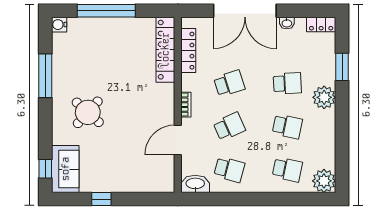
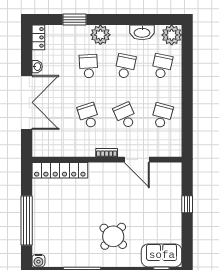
locker: (188, 51) -> (61, 151), removed
washbasin: (195, 184) -> (142, 32), moved, turned -90
window: (101, 199) -> (187, 204), moved

